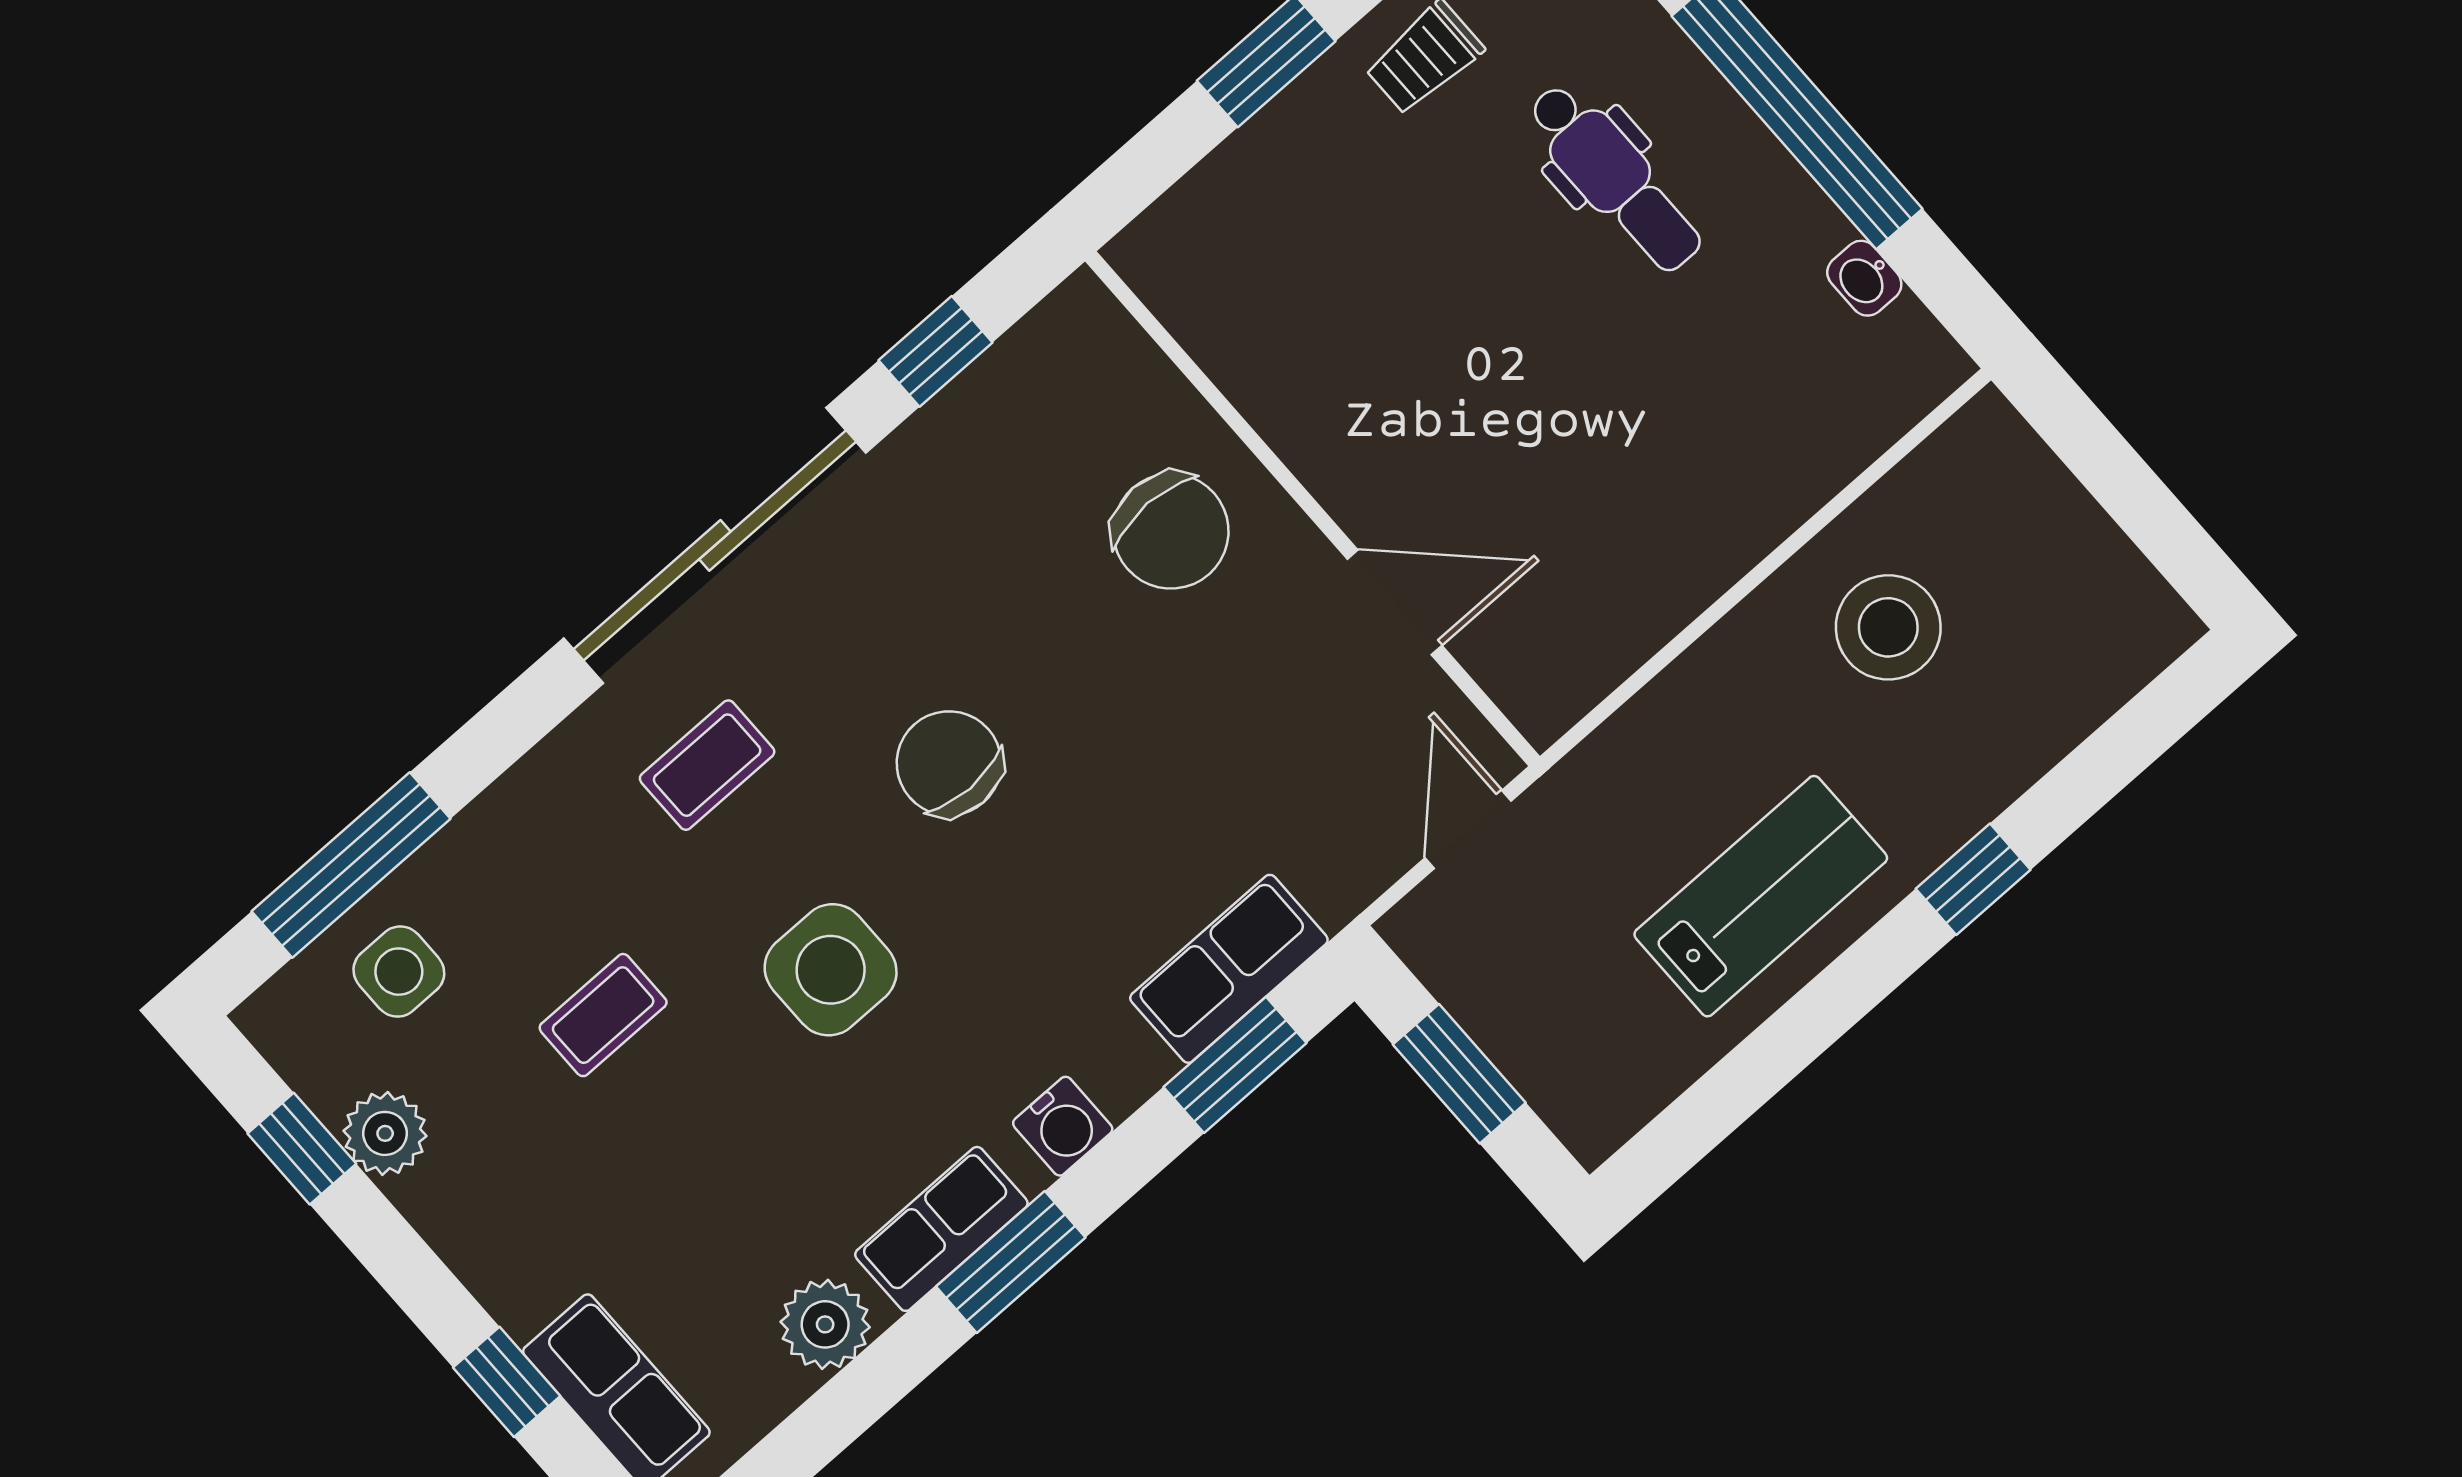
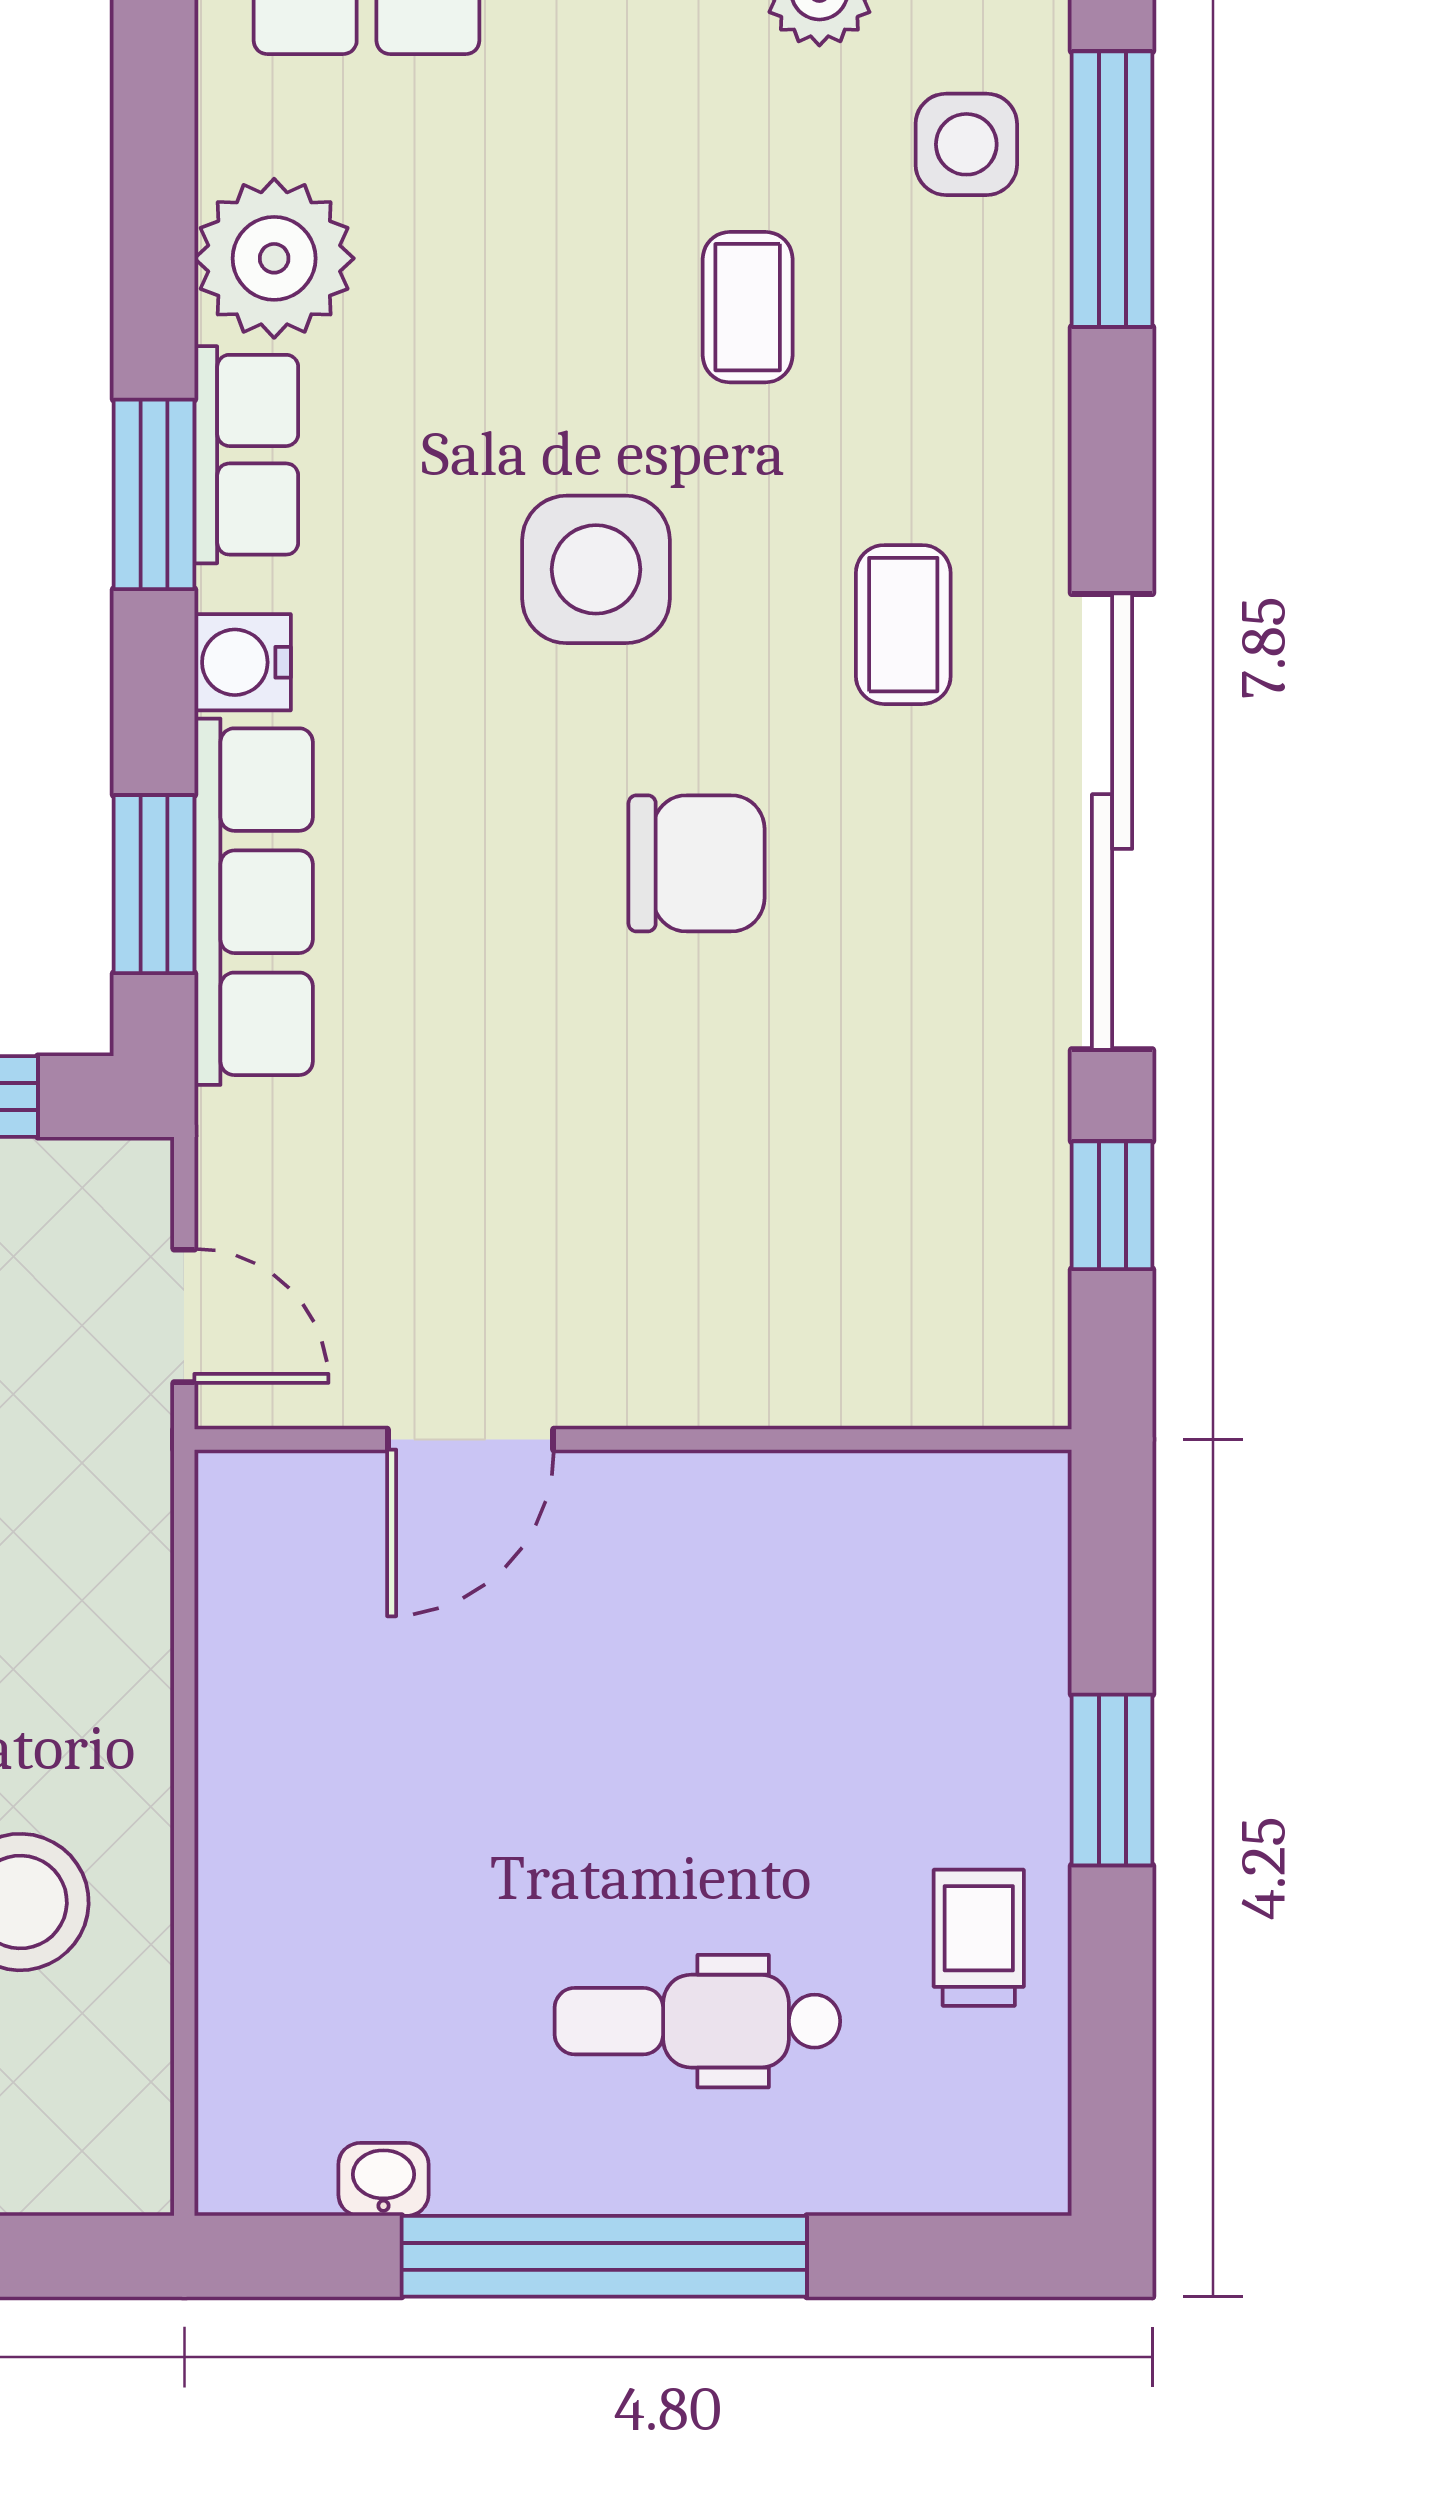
chair: (1171, 531) -> (733, 1281), removed
row of seats: (1229, 969) -> (254, 902), width x1.48
plant: (825, 1324) -> (274, 258), width x1.36, depth x1.36

